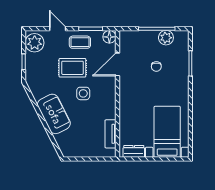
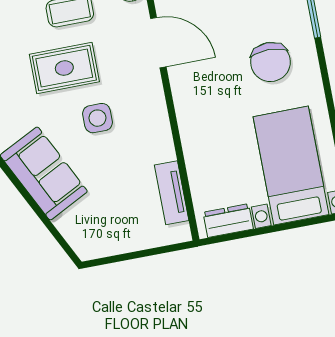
door: (117, 64) -> (158, 43), swing flipped
chair: (156, 66) -> (270, 62), moved, width x1.87, depth x1.87

